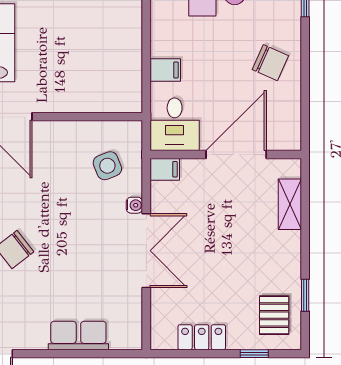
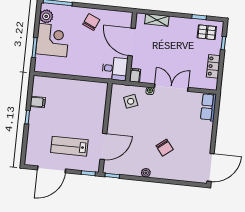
filing cabinet: (165, 70) -> (90, 70), removed
row of seats: (78, 335) -> (208, 107), moved

